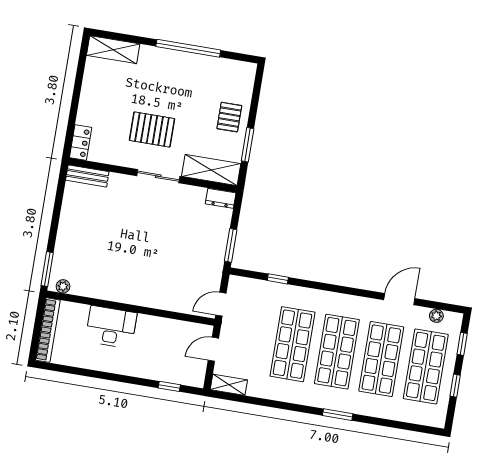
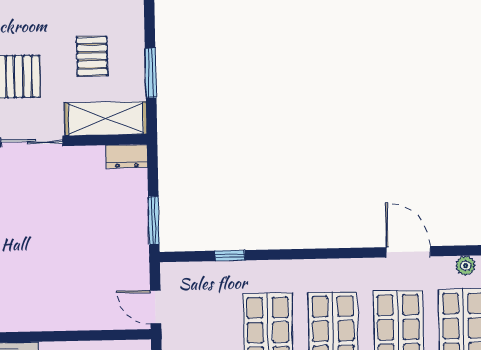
pallet: (229, 117) -> (92, 56), moved
door: (399, 299) -> (408, 252), hinge flipped
door: (221, 304) -> (156, 307), hinge flipped

